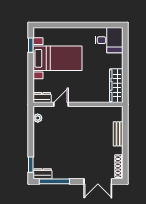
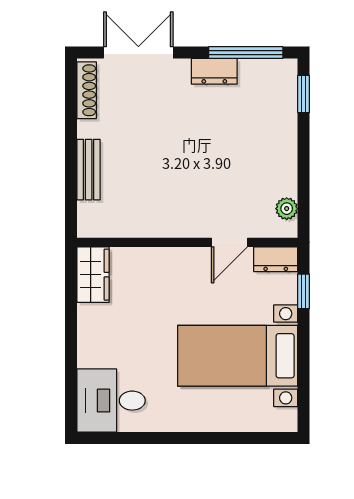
window: (31, 45) -> (304, 291), moved
wardrobe: (116, 86) -> (93, 275), width x0.67
dresser: (43, 174) -> (214, 71), moved

